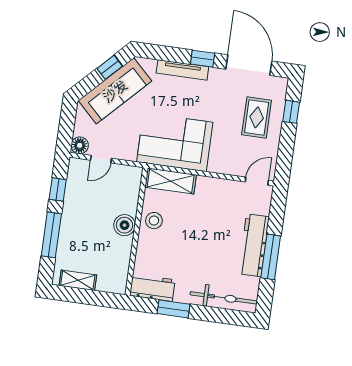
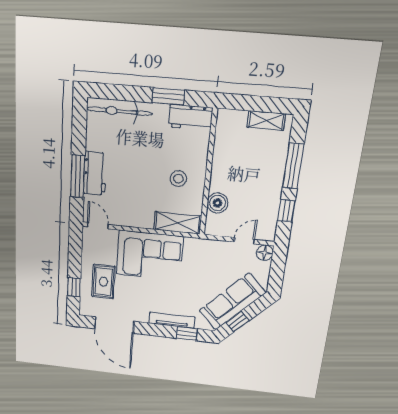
window: (203, 59) -> (187, 334), moved
corner sofa: (175, 142) -> (150, 255), moved
door: (257, 181) -> (98, 226), swing flipped
stool: (154, 221) -> (178, 179), moved
boiler: (124, 225) -> (217, 203), moved
workbench: (254, 245) -> (95, 173), width x0.73
window: (271, 257) -> (78, 176), moved

